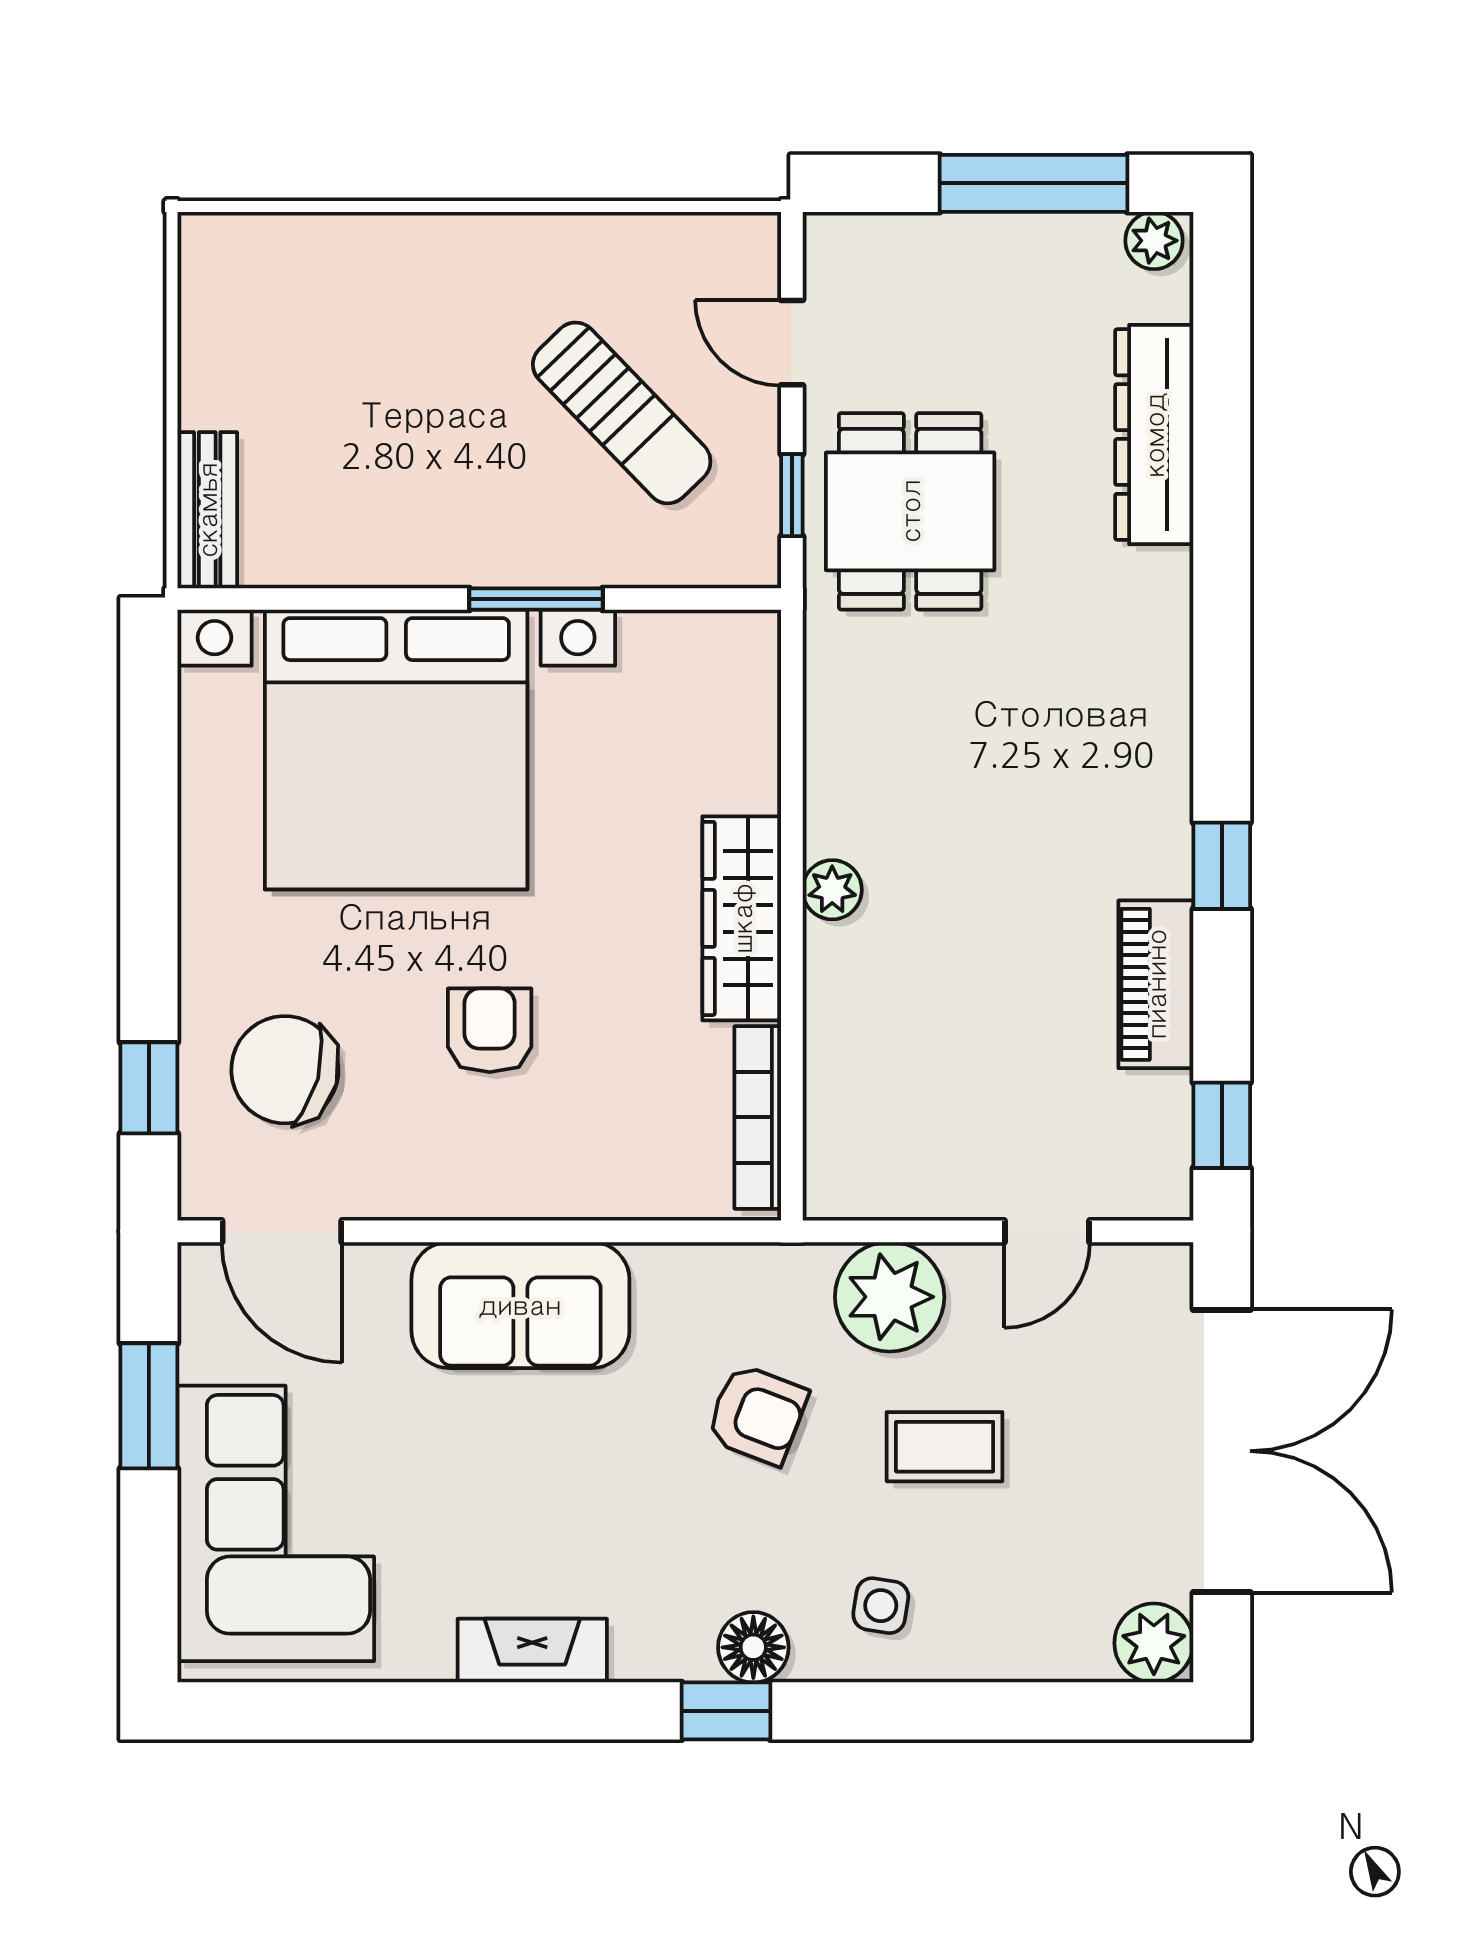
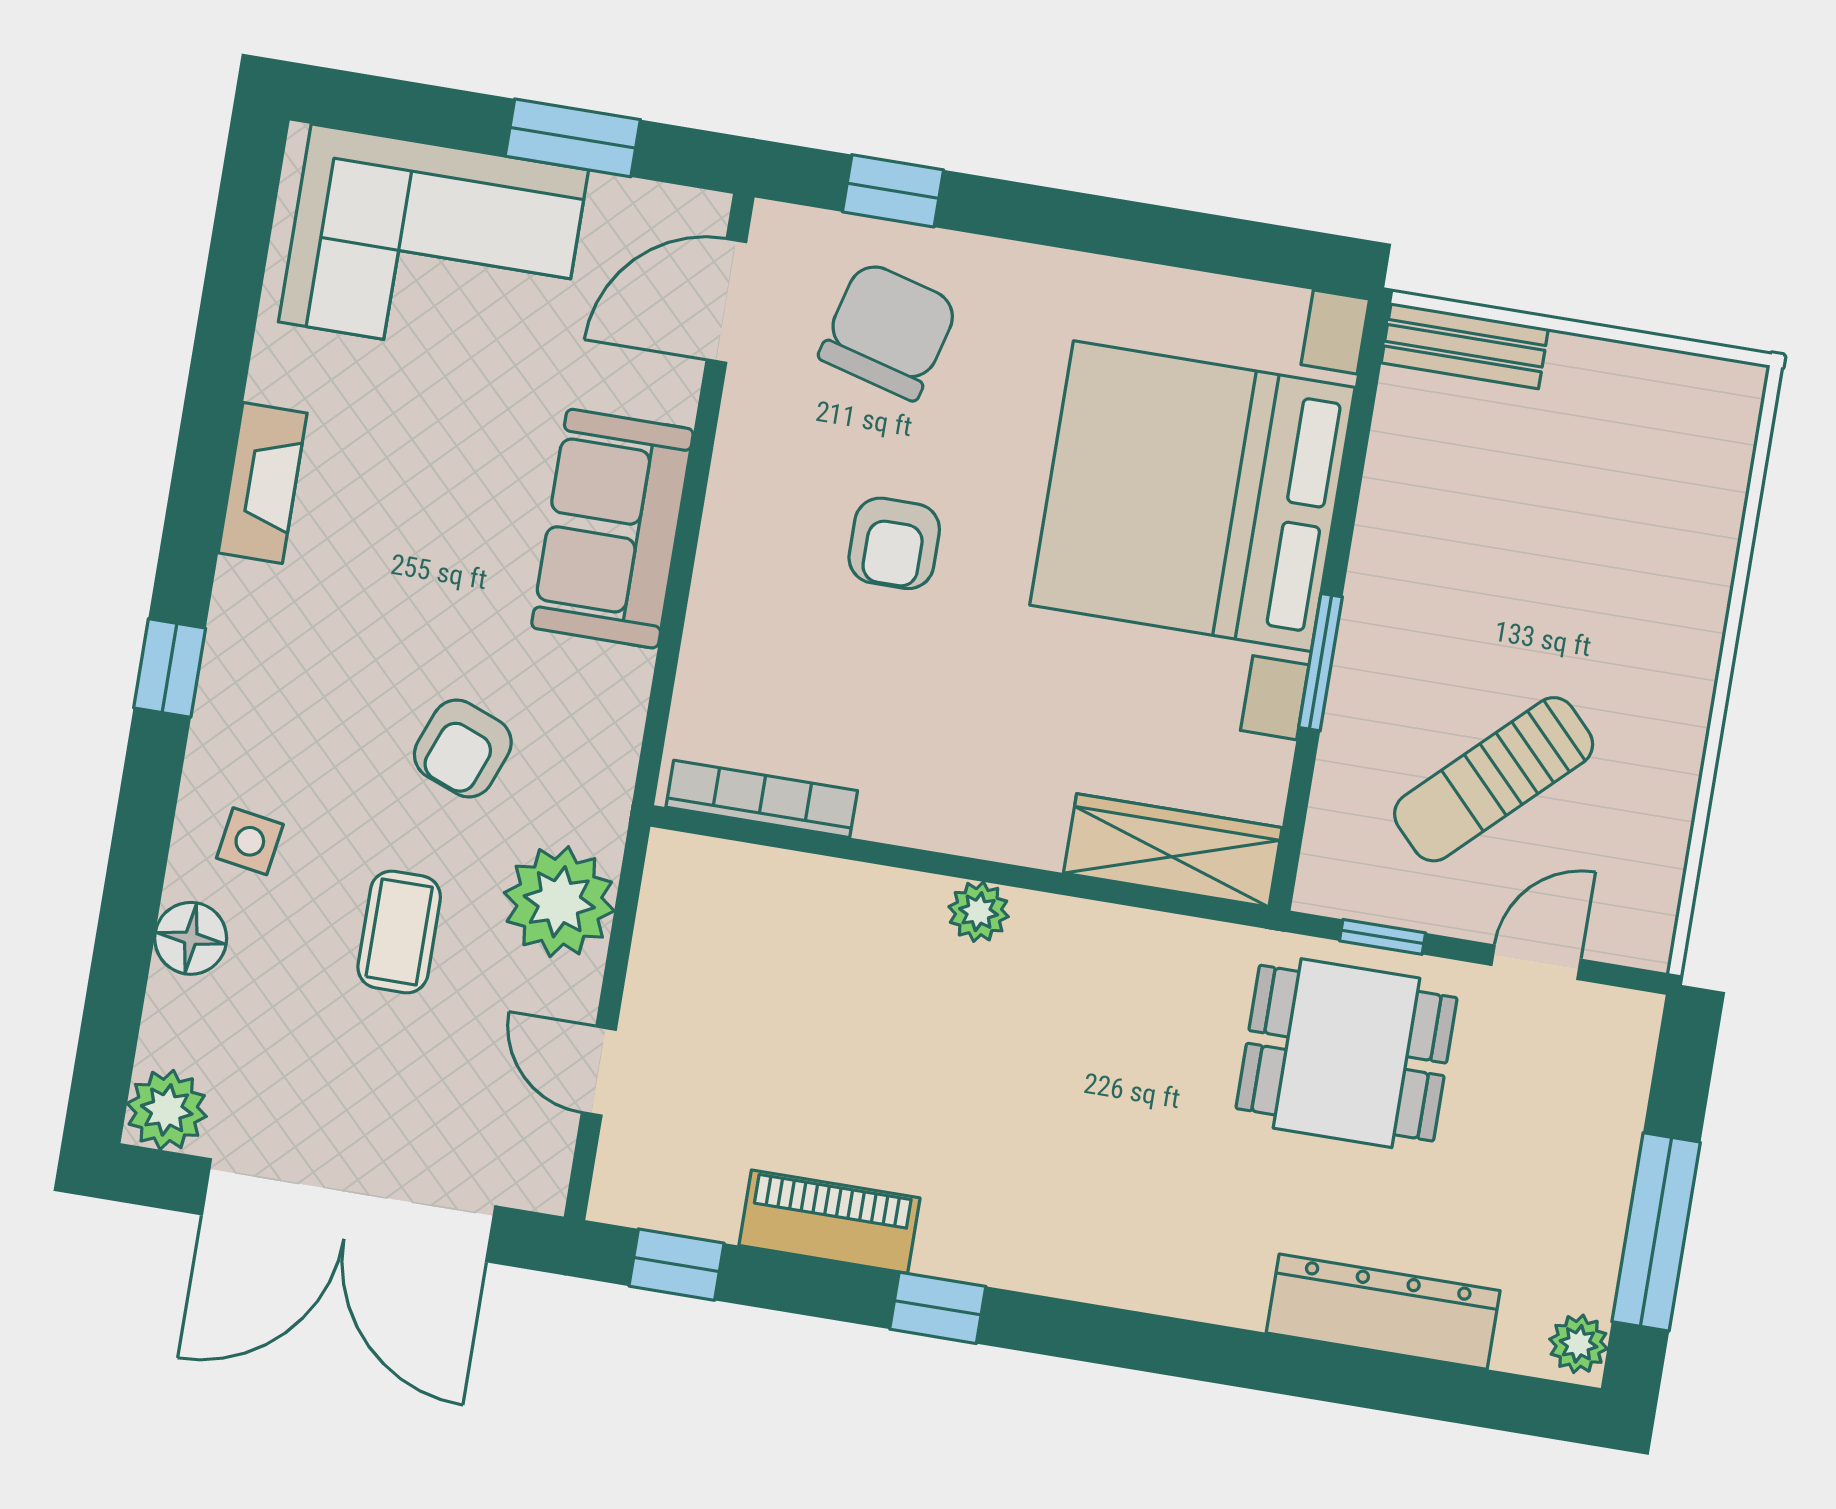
wardrobe: (742, 918) -> (1173, 850), moved
armchair: (490, 1030) -> (894, 543), turned 90
floor lamp: (753, 1647) -> (191, 938), moved

